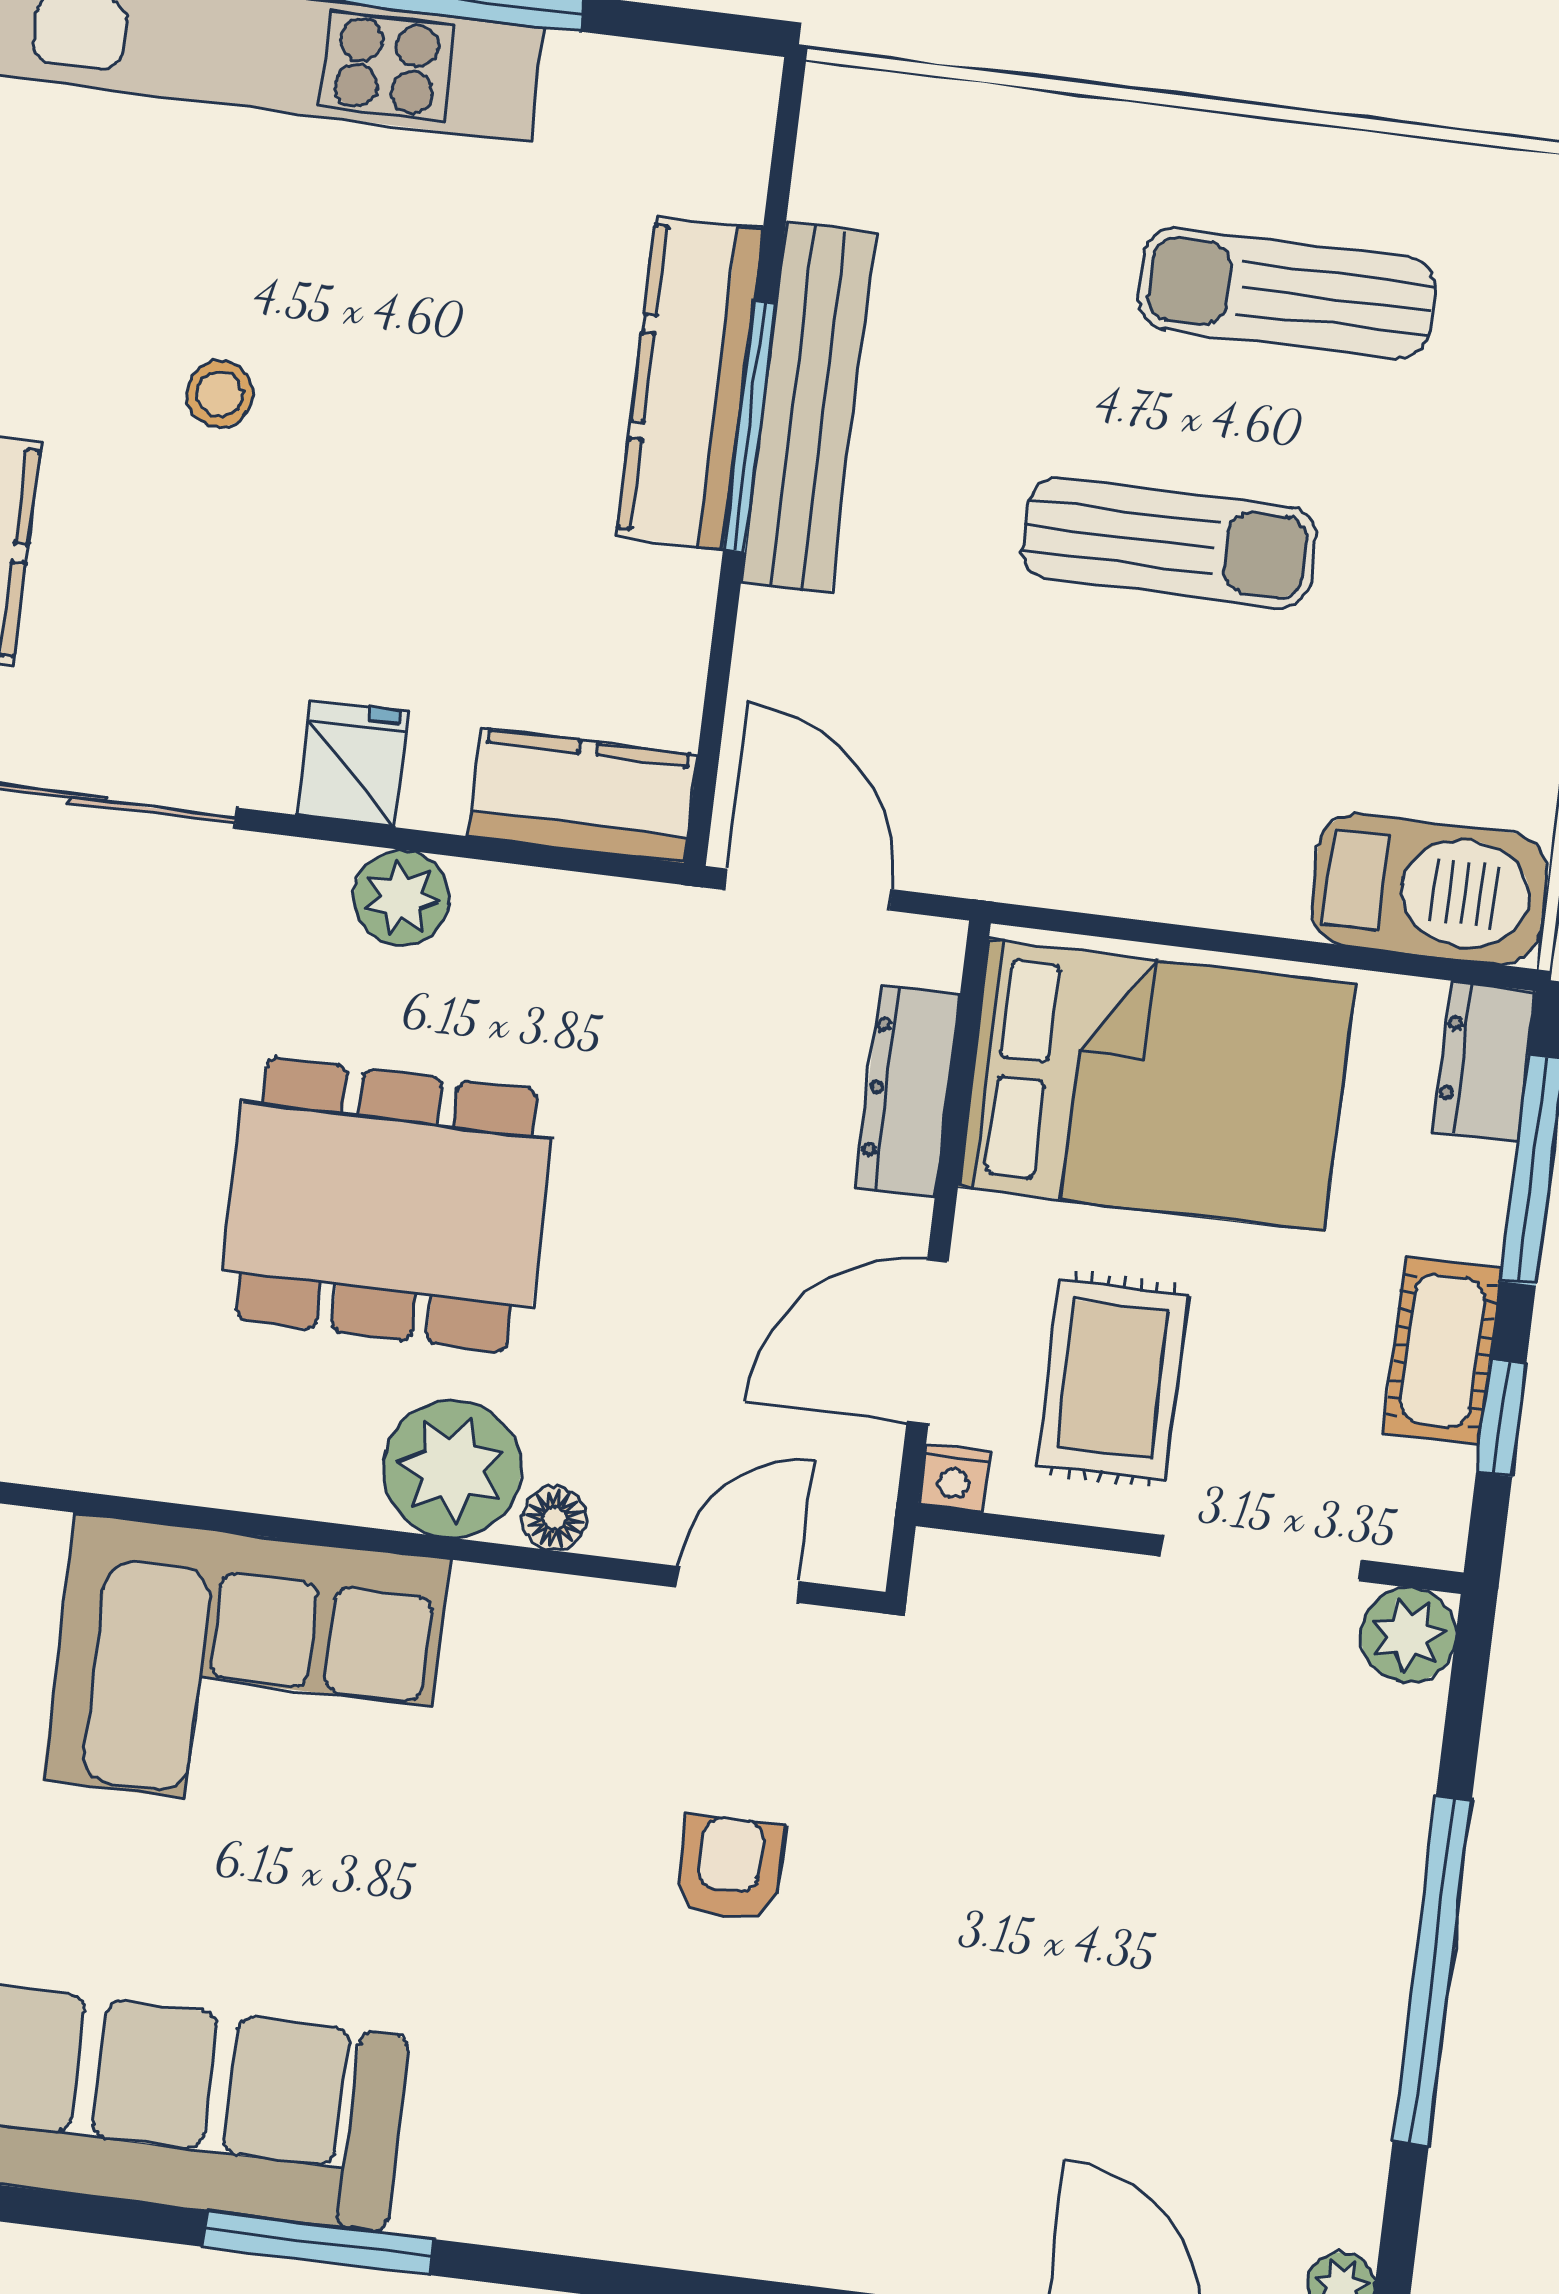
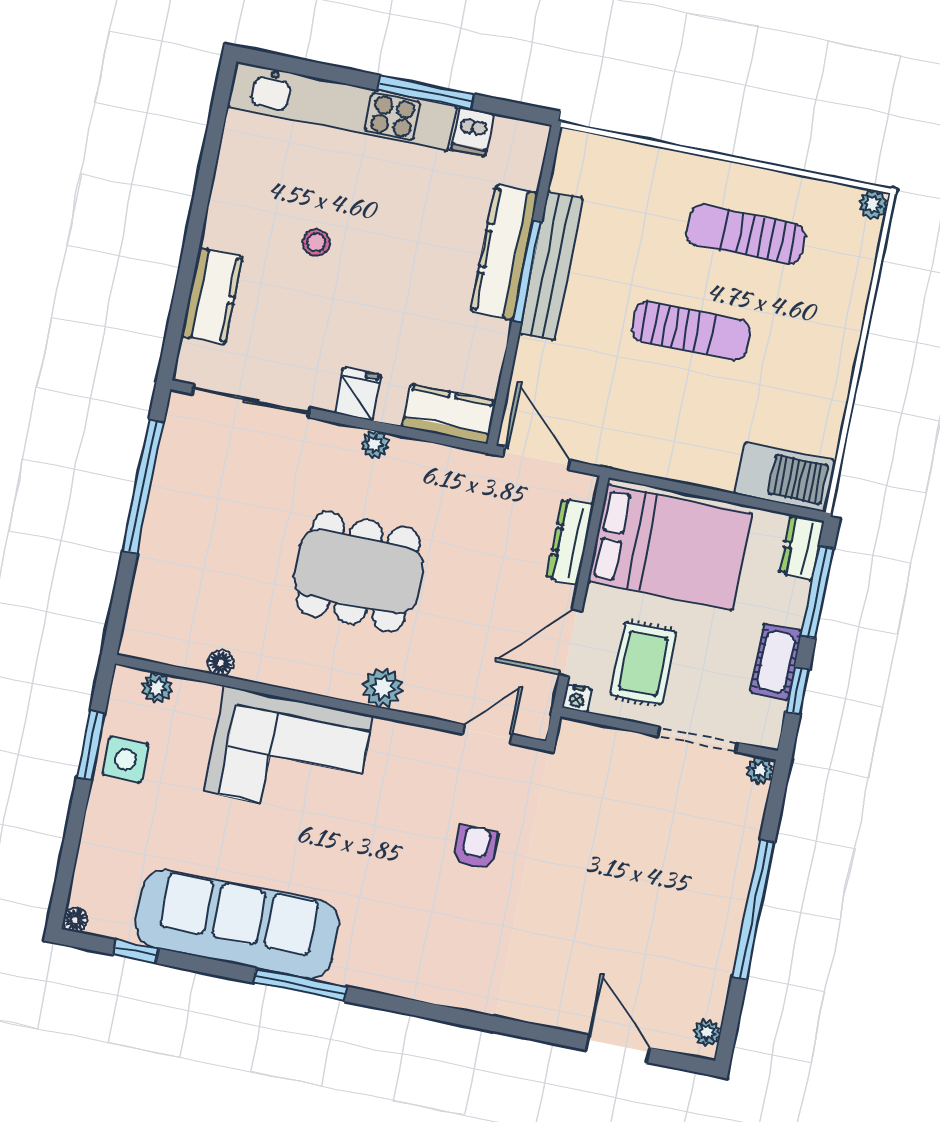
dishwasher: (587, 88) -> (472, 131), added
plant: (401, 898) -> (375, 444), width x0.73, depth x0.73
plant: (452, 1469) -> (382, 688), width x0.73, depth x0.73
floor lamp: (555, 1518) -> (221, 663), moved
plant: (1408, 1635) -> (760, 770), width x0.73, depth x0.73

